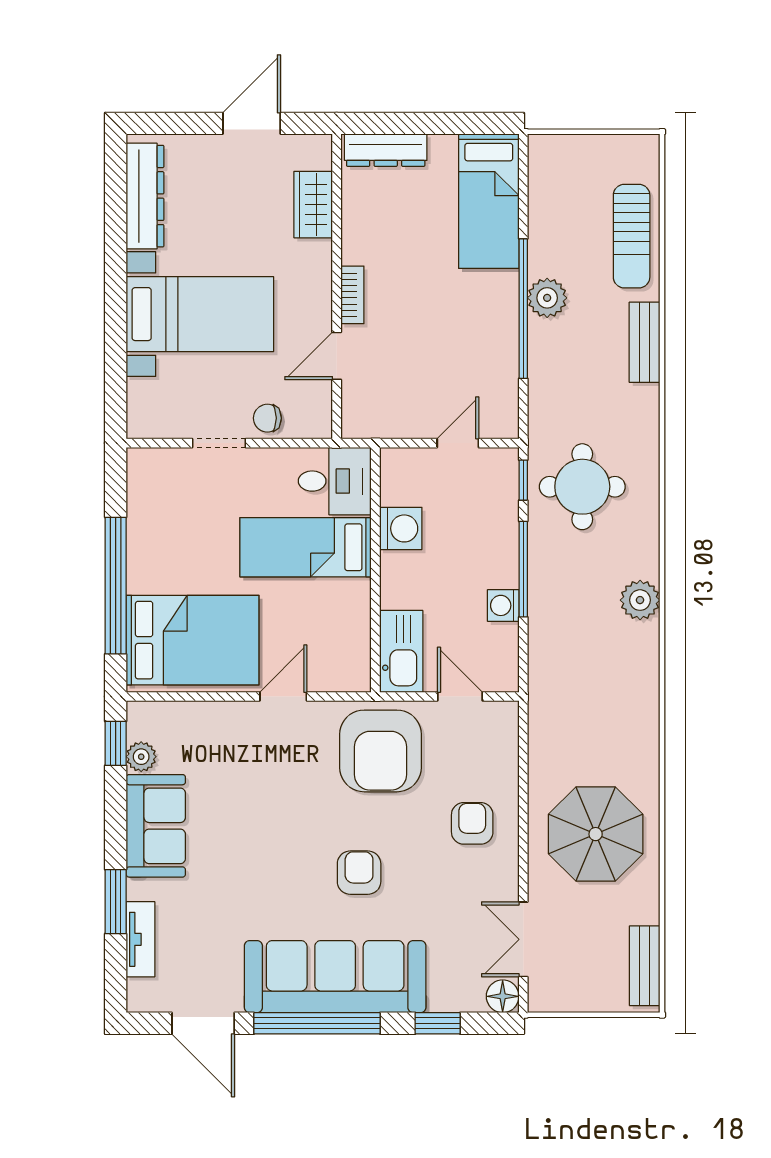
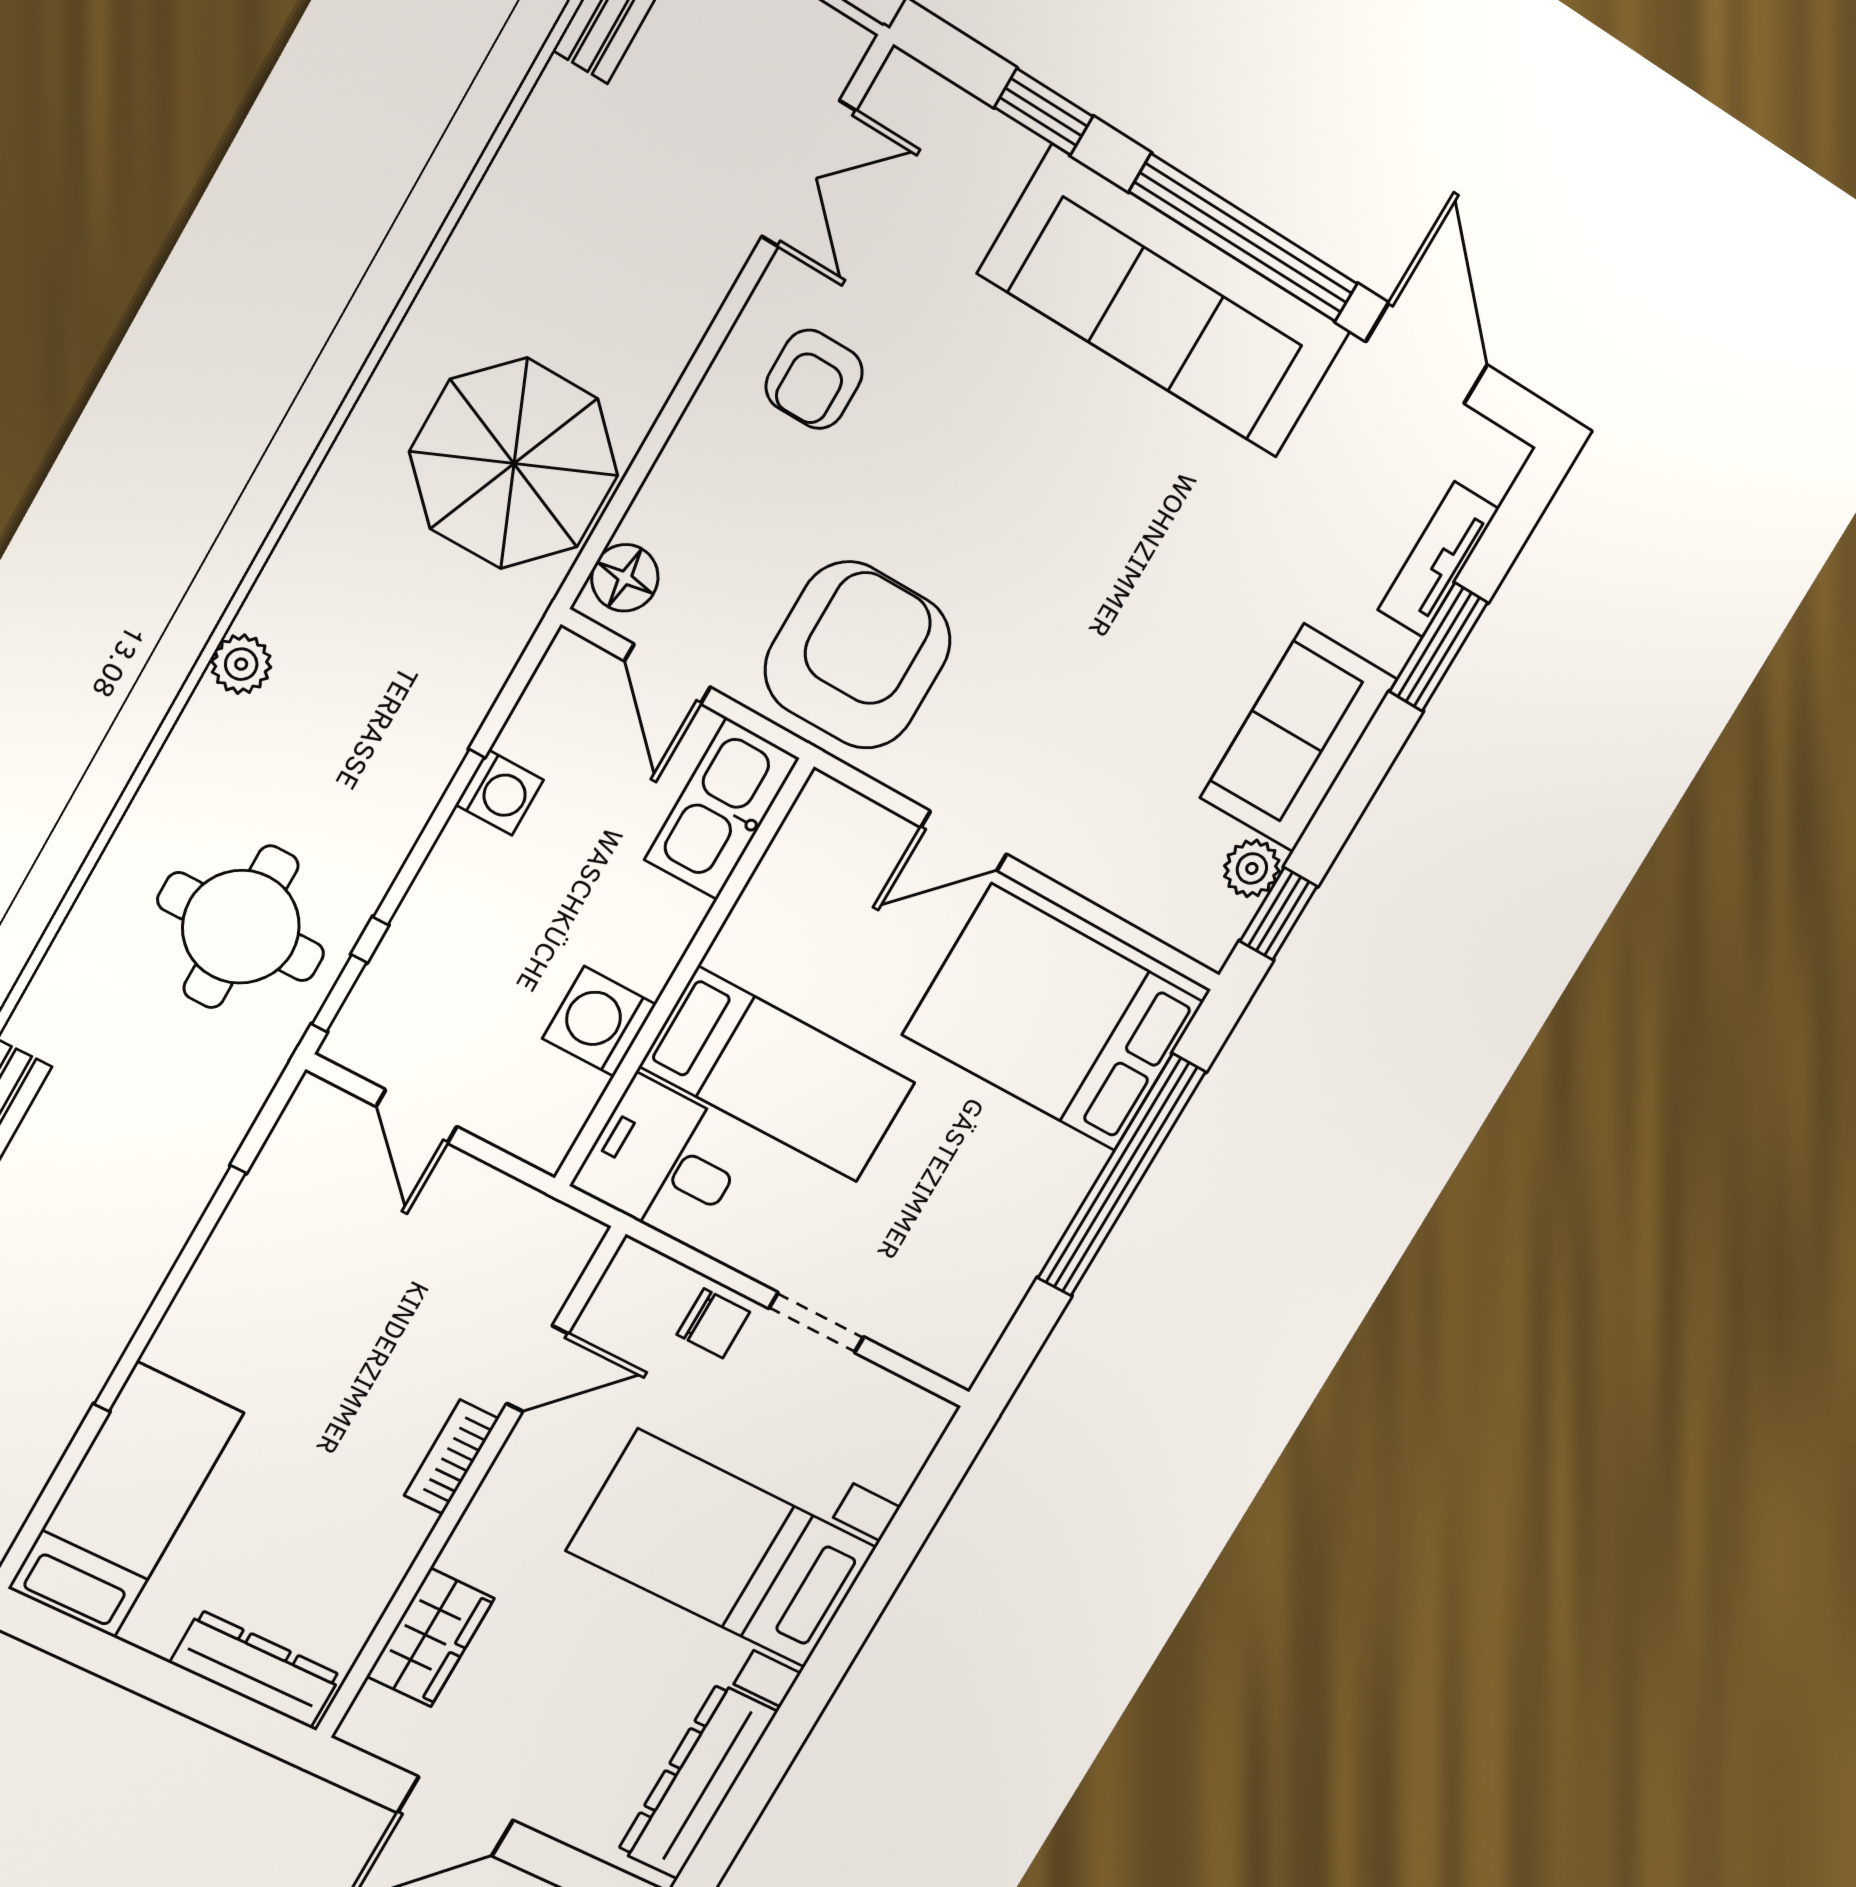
plant: (547, 298) -> (117, 1287), removed
door: (458, 443) -> (417, 1117), hinge flipped
plant: (640, 600) -> (241, 664), width x0.73, depth x0.73
armchair: (472, 823) -> (814, 379), moved
parasol: (596, 834) -> (514, 464), moved
armchair: (359, 873) -> (1018, 462), removed
floor lamp: (503, 996) -> (625, 578), moved

